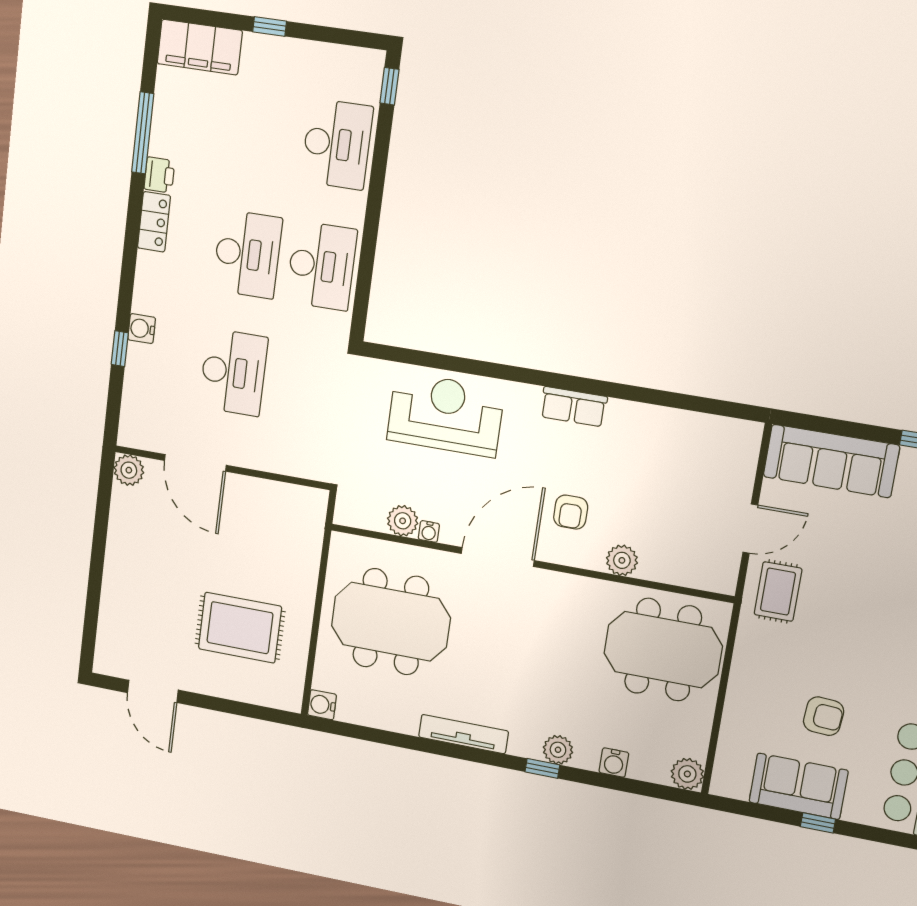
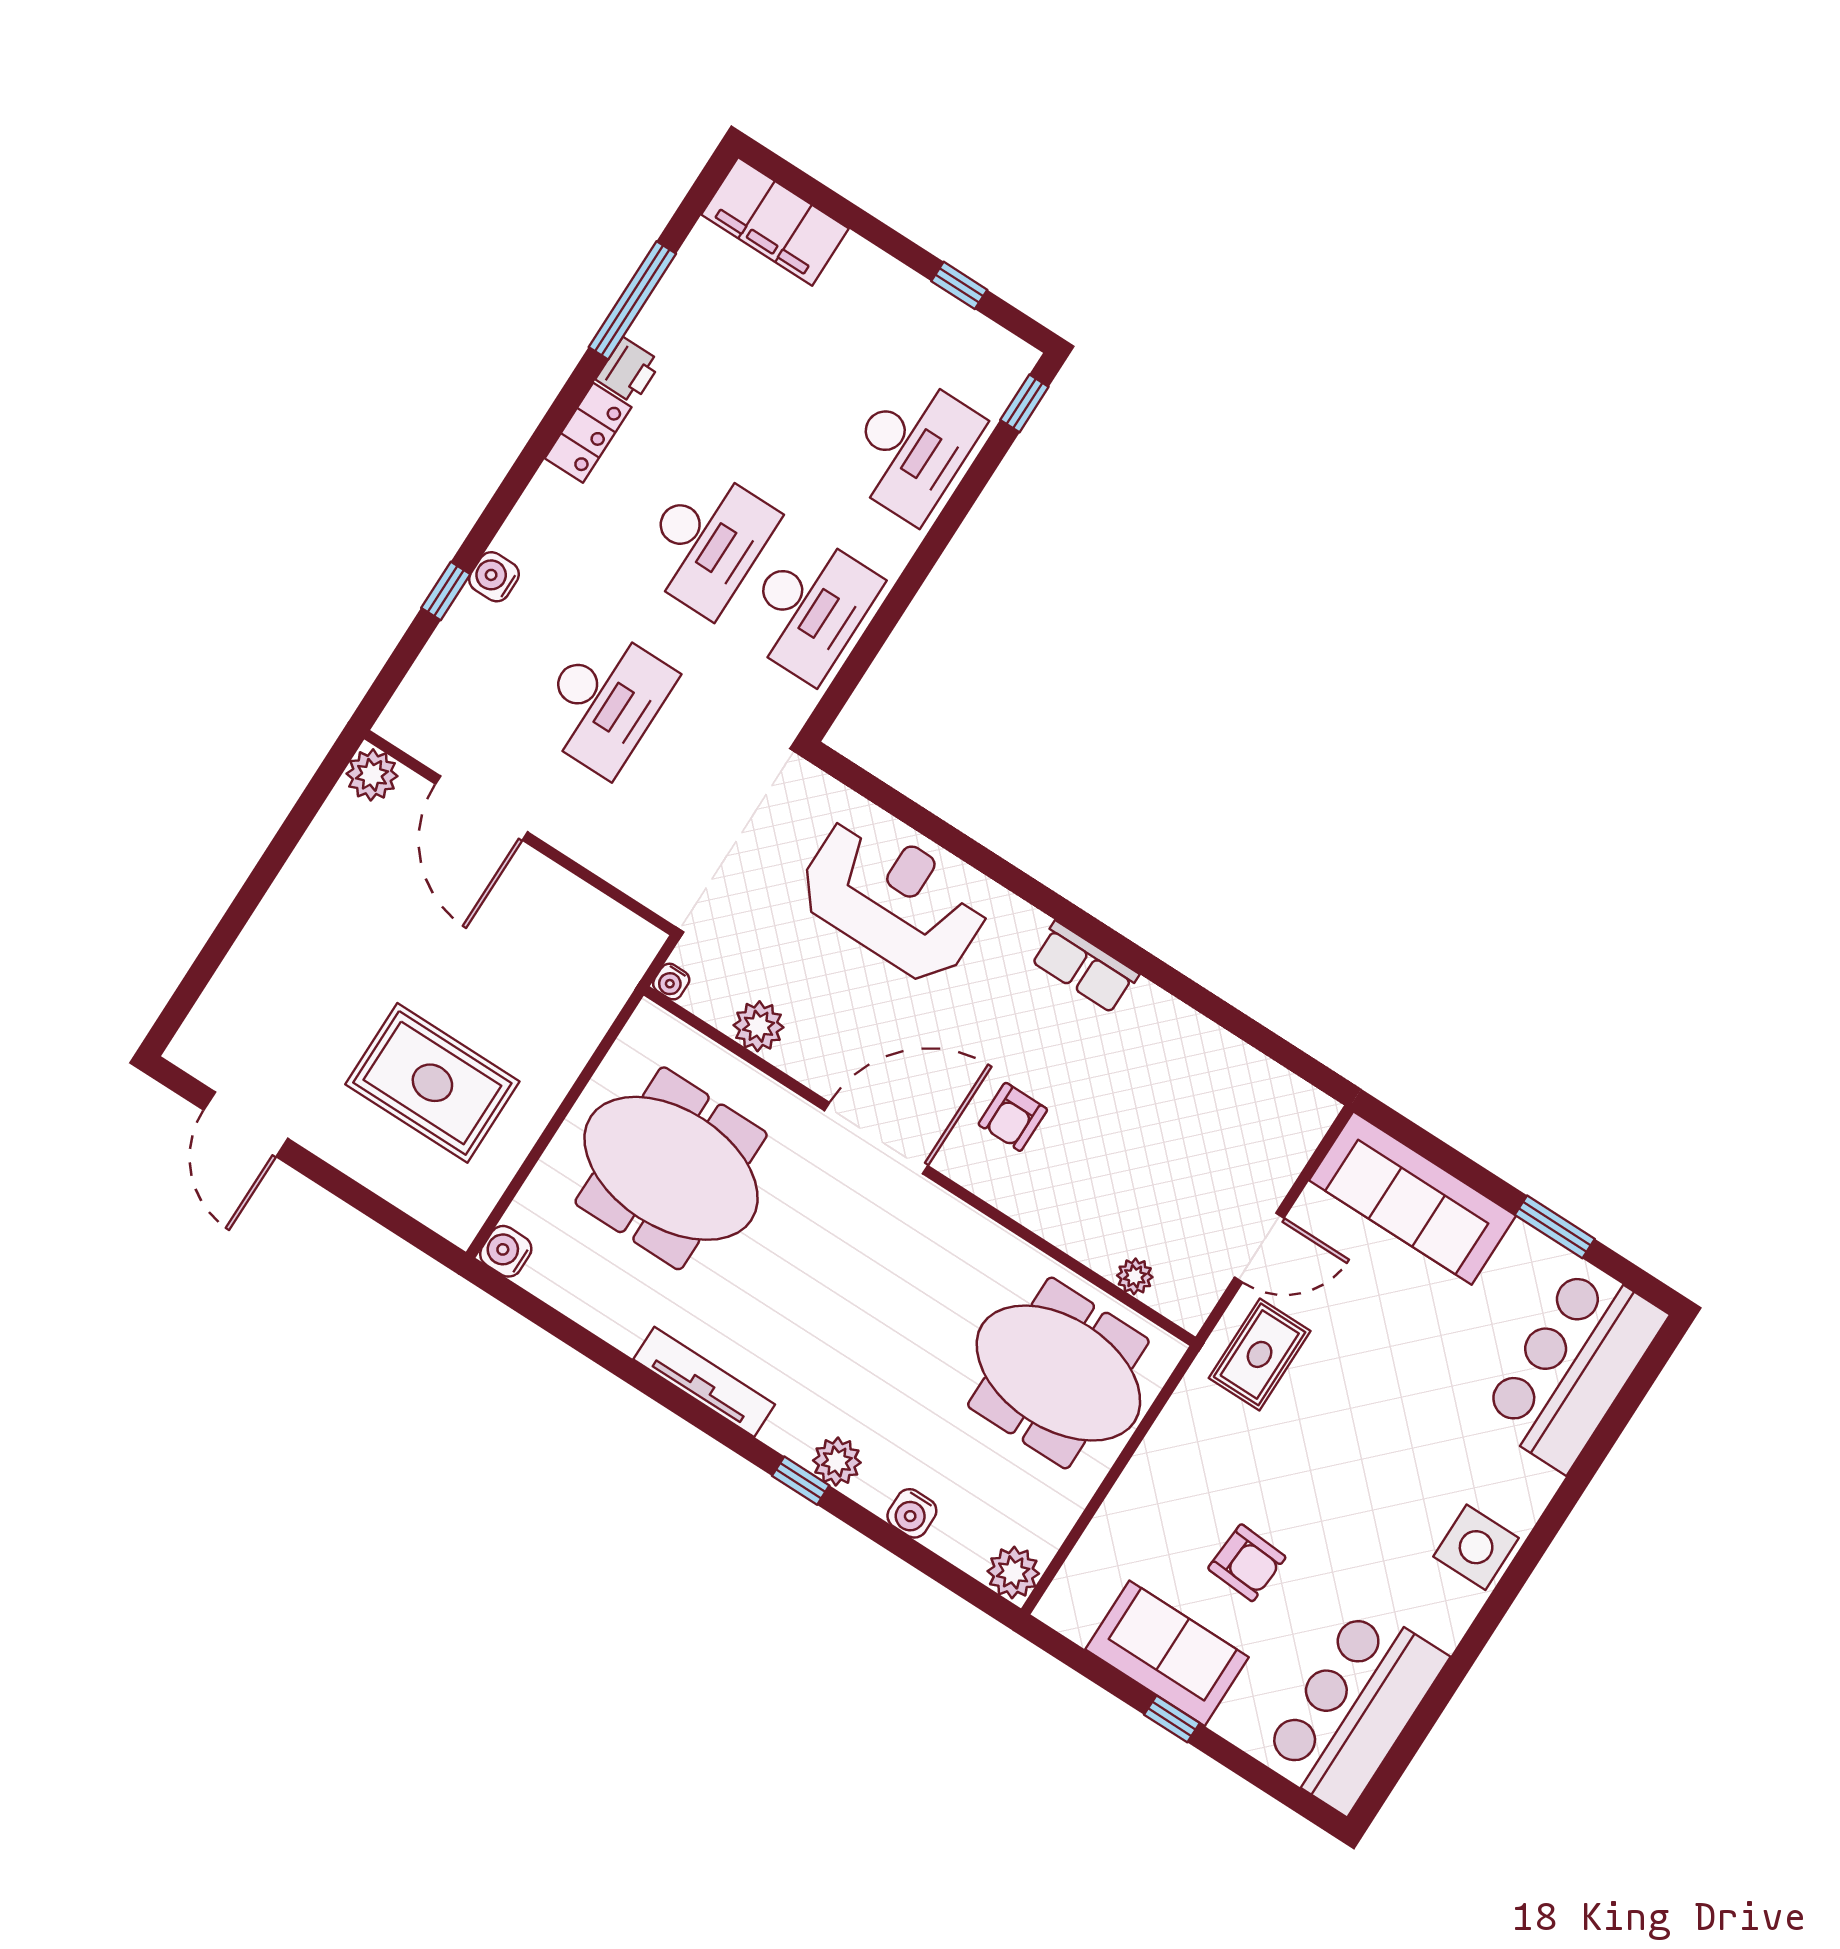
window: (270, 26) -> (959, 285), moved
water cooler: (429, 531) -> (671, 982), moved
plant: (622, 560) -> (1135, 1276), moved, width x0.73, depth x0.73

